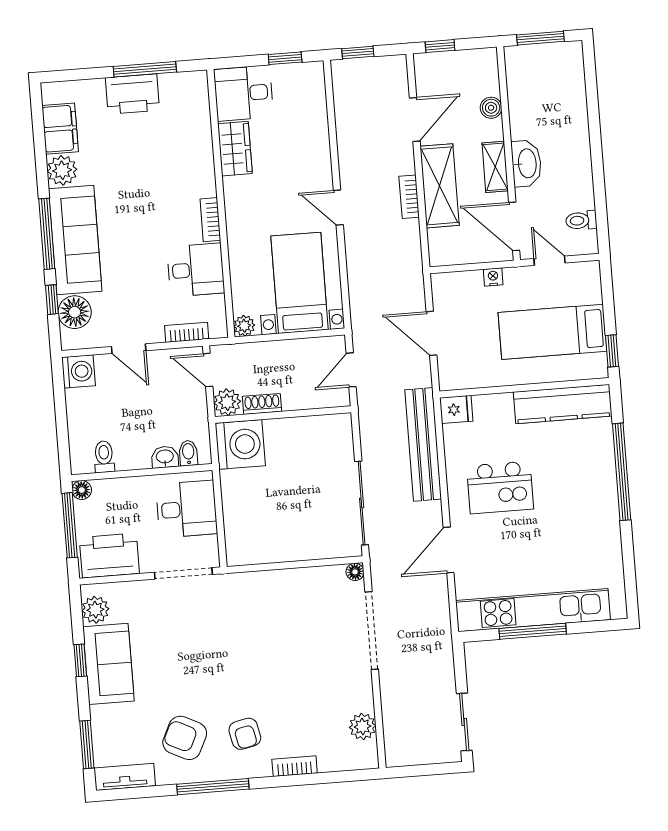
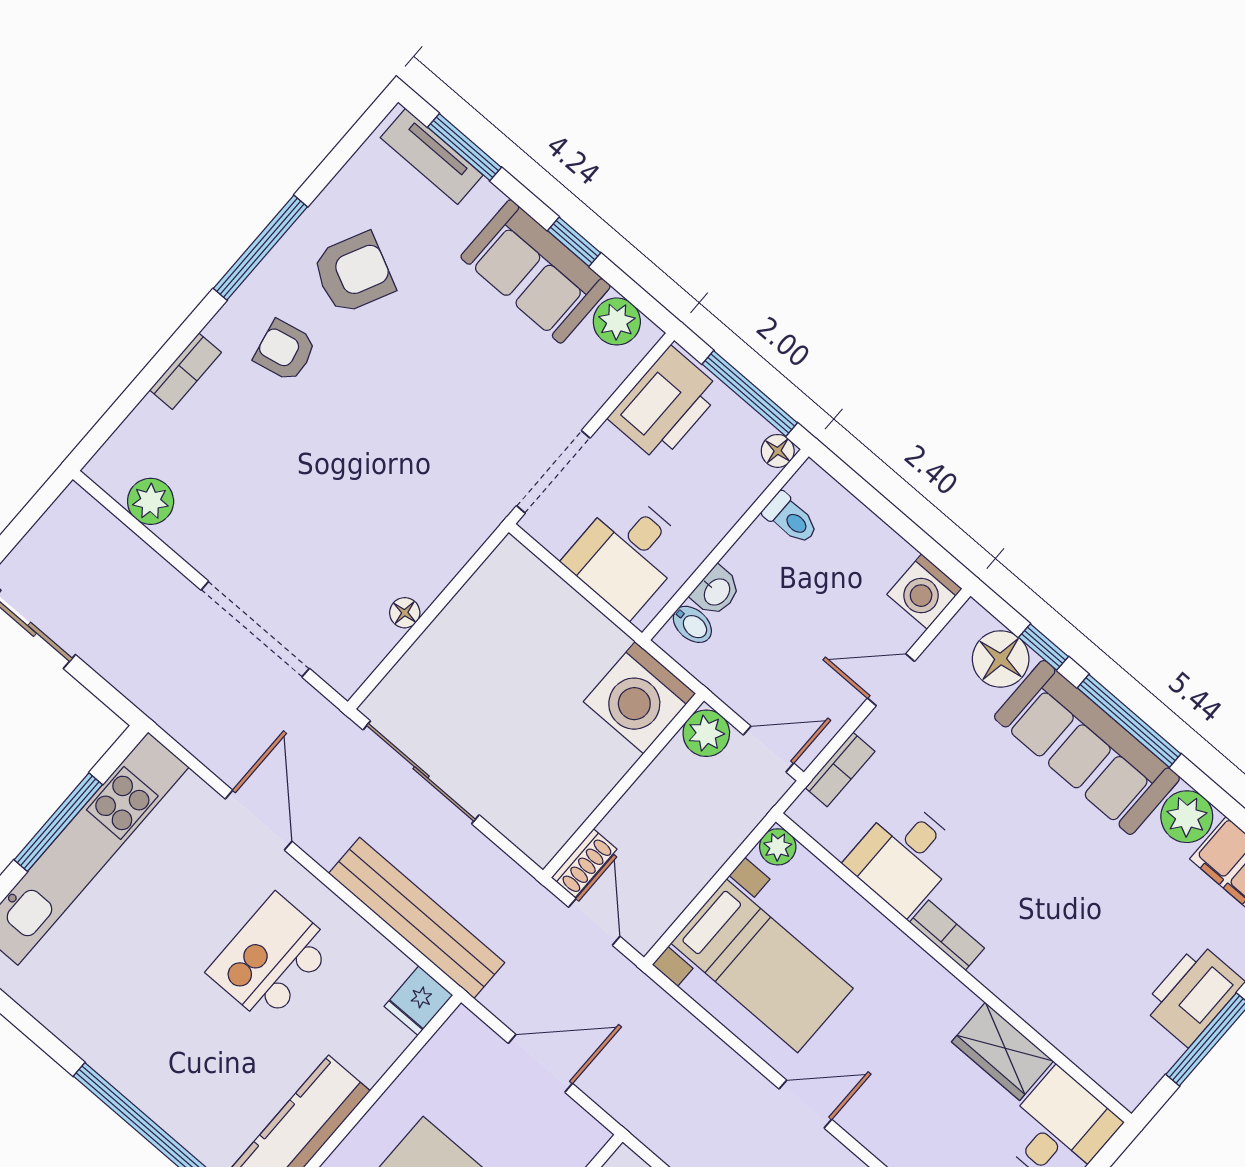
shoe rack: (262, 404) -> (584, 863), moved
floor lamp: (355, 572) -> (405, 613), moved
tv unit: (125, 777) -> (432, 156), moved, turned 90

